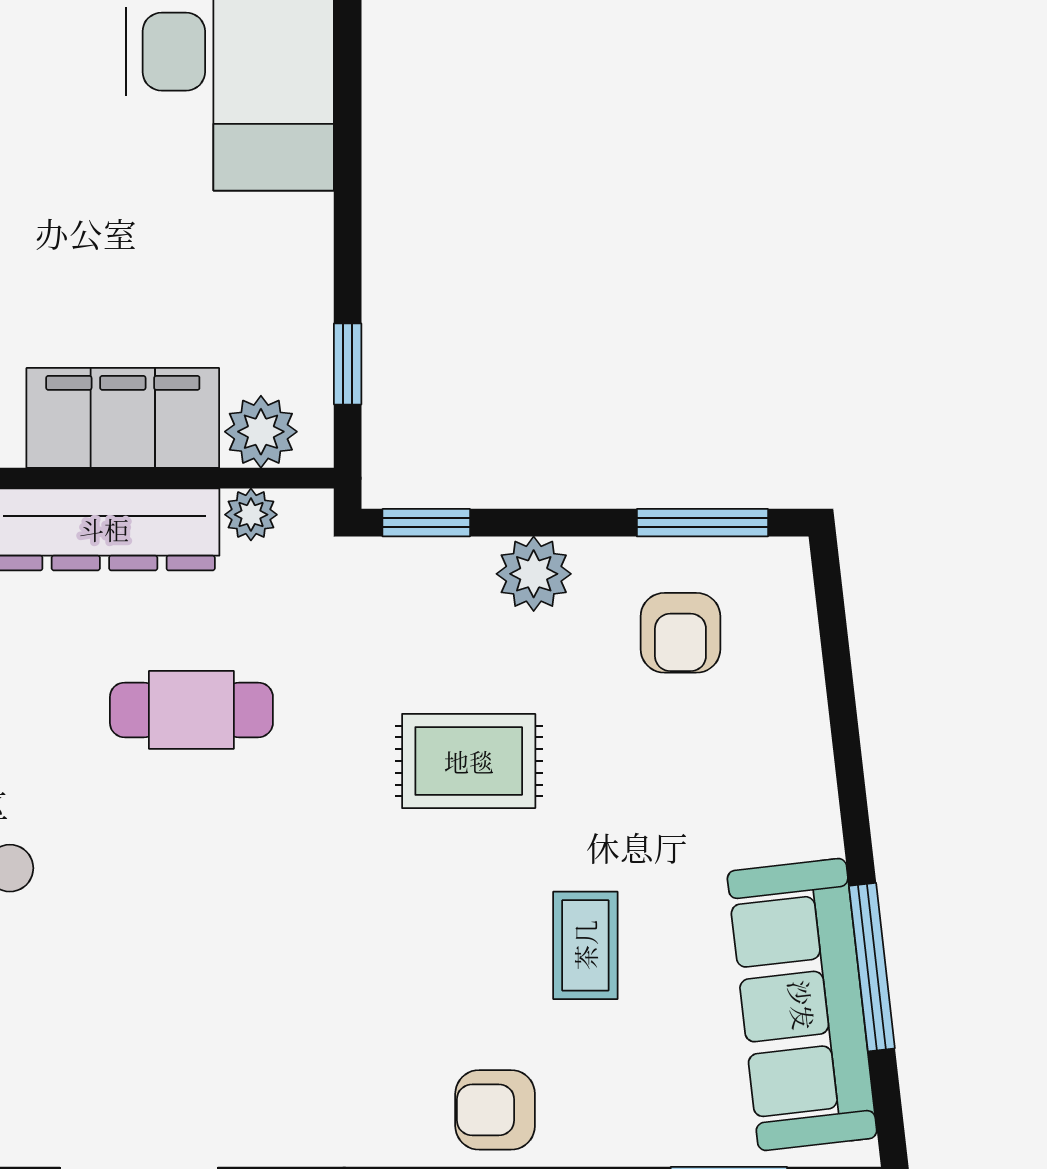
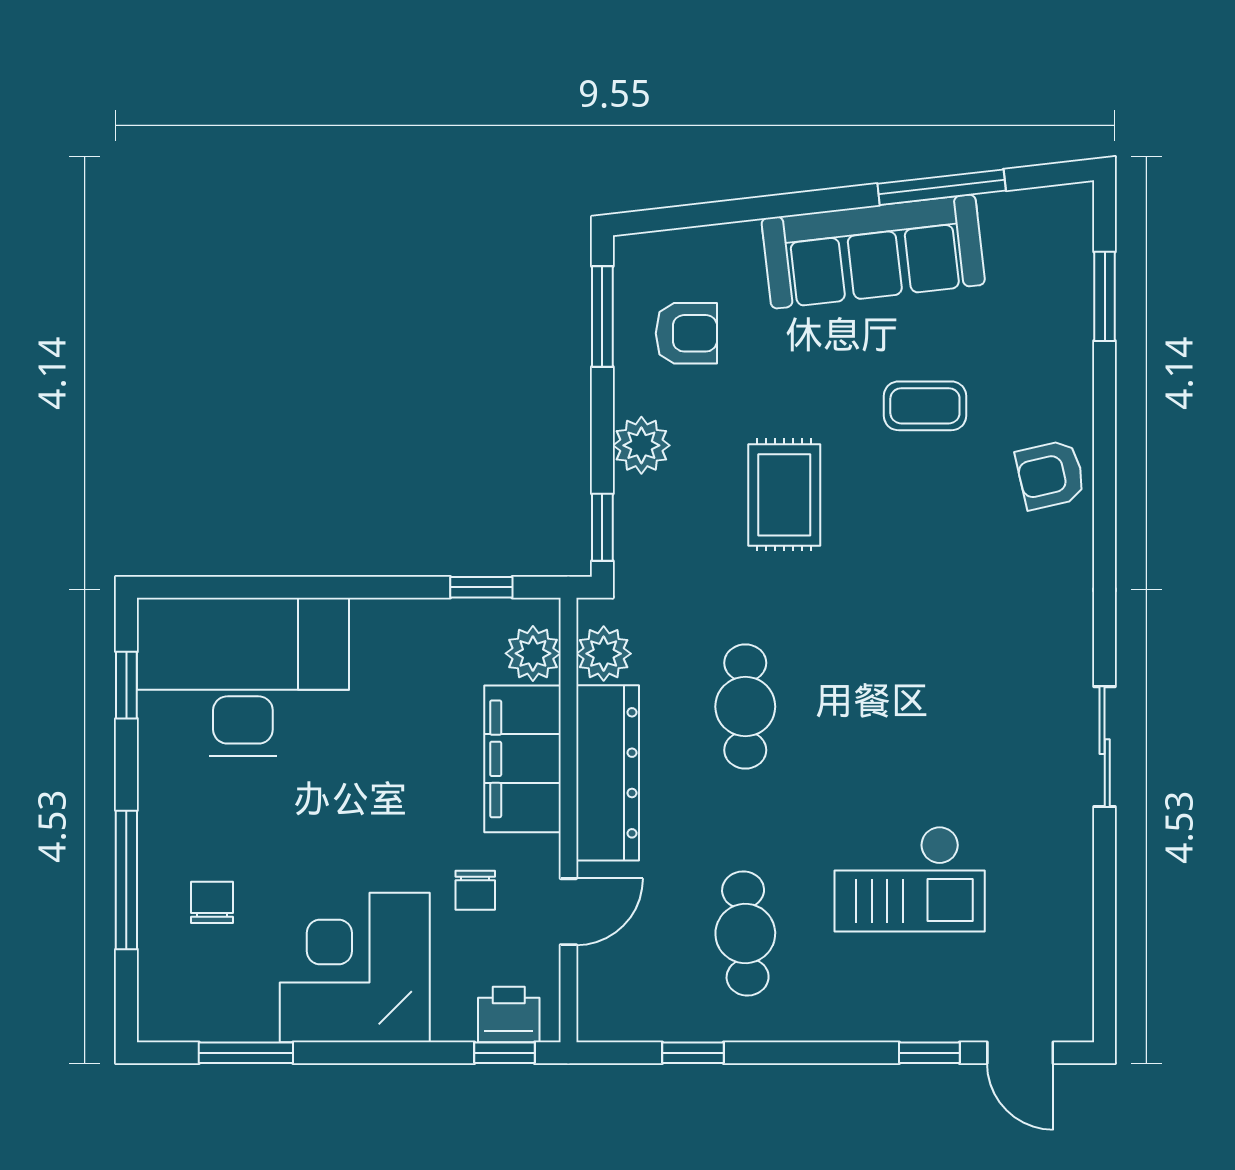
plant: (251, 515) -> (604, 654), width x1.38, depth x1.38
sofa: (802, 1005) -> (873, 252), moved
armchair: (495, 1110) -> (1051, 475), turned 77

